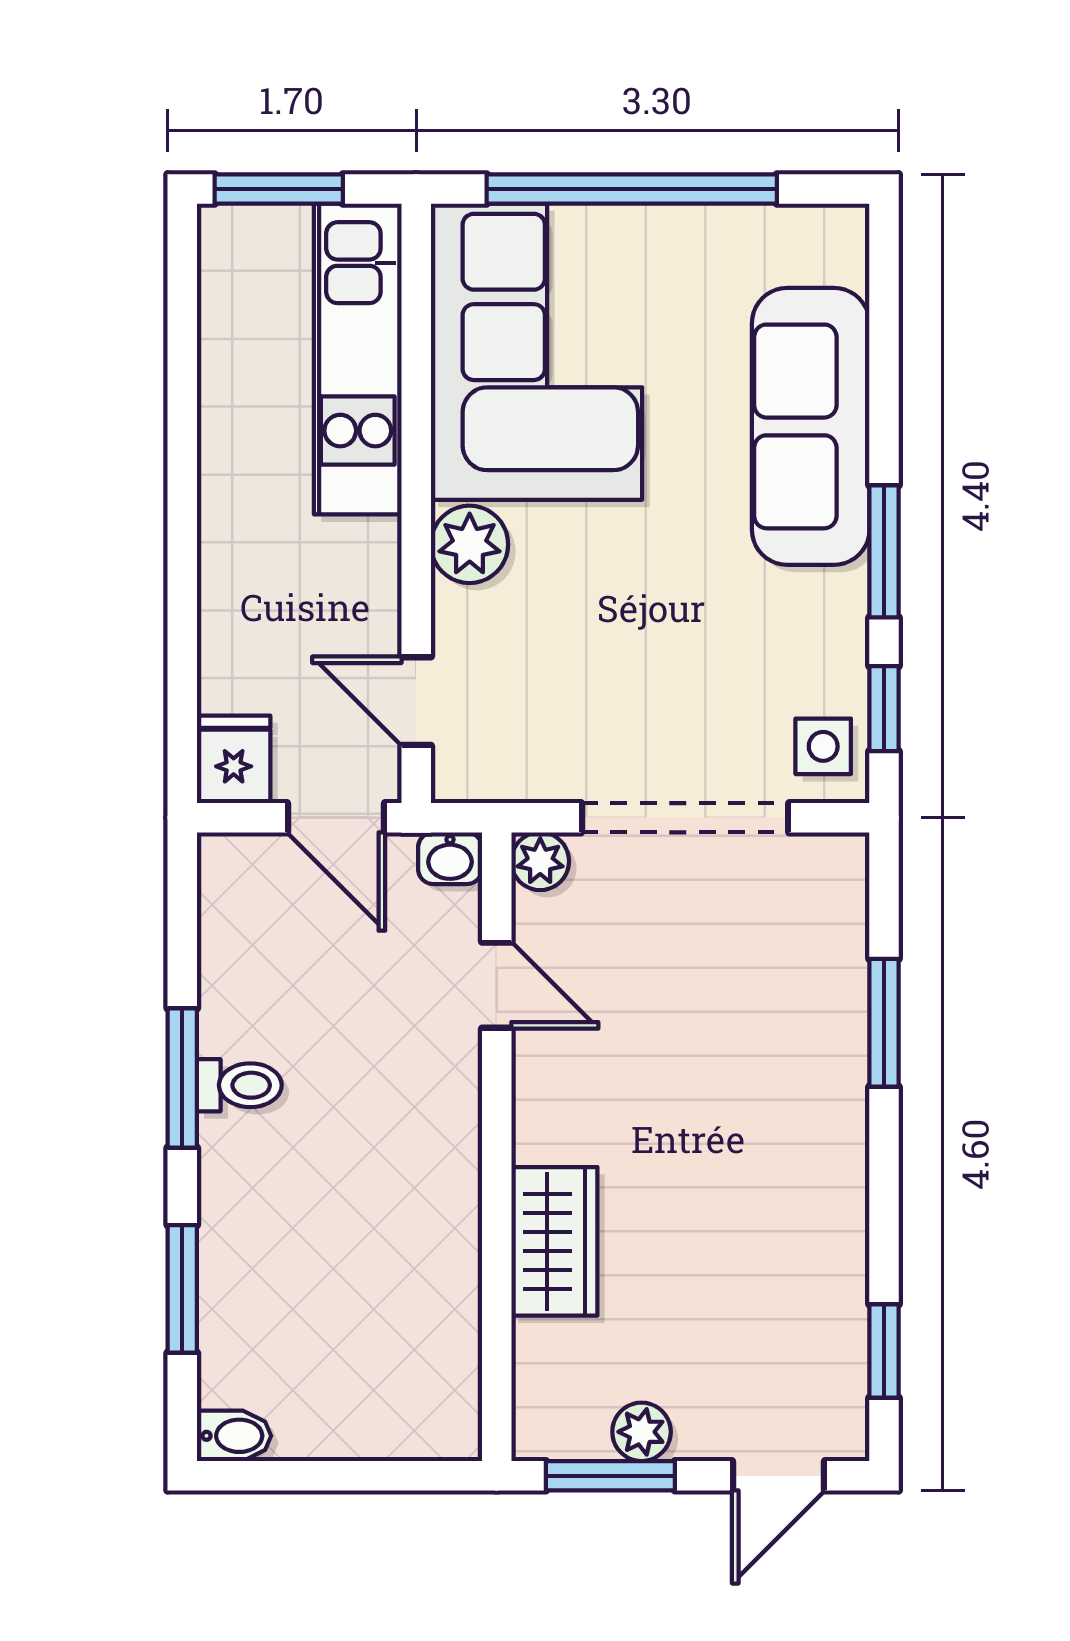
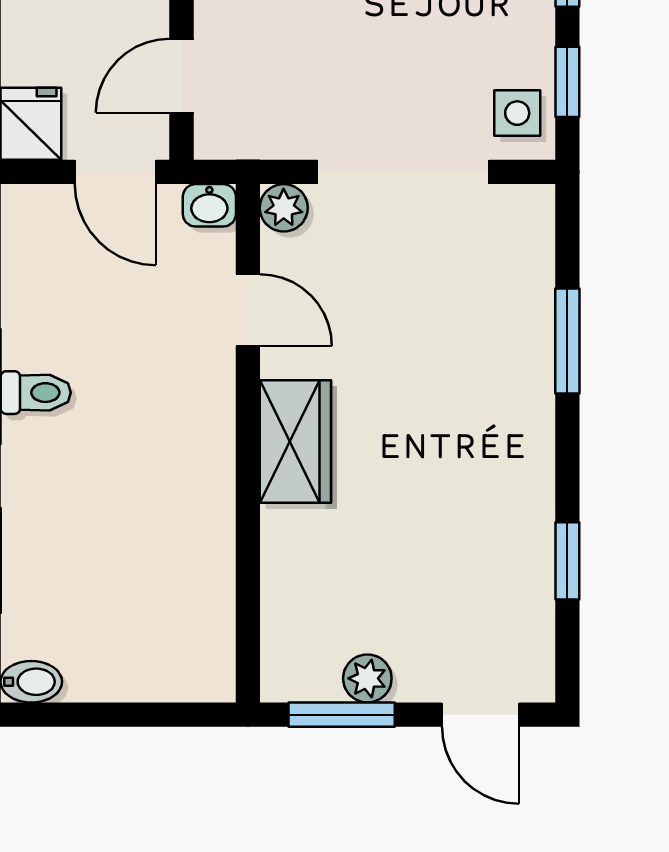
door: (416, 701) -> (182, 76), hinge flipped
wardrobe: (554, 1241) -> (295, 441), moved
window: (884, 1351) -> (567, 561), moved
door: (779, 1476) -> (480, 715), hinge flipped

